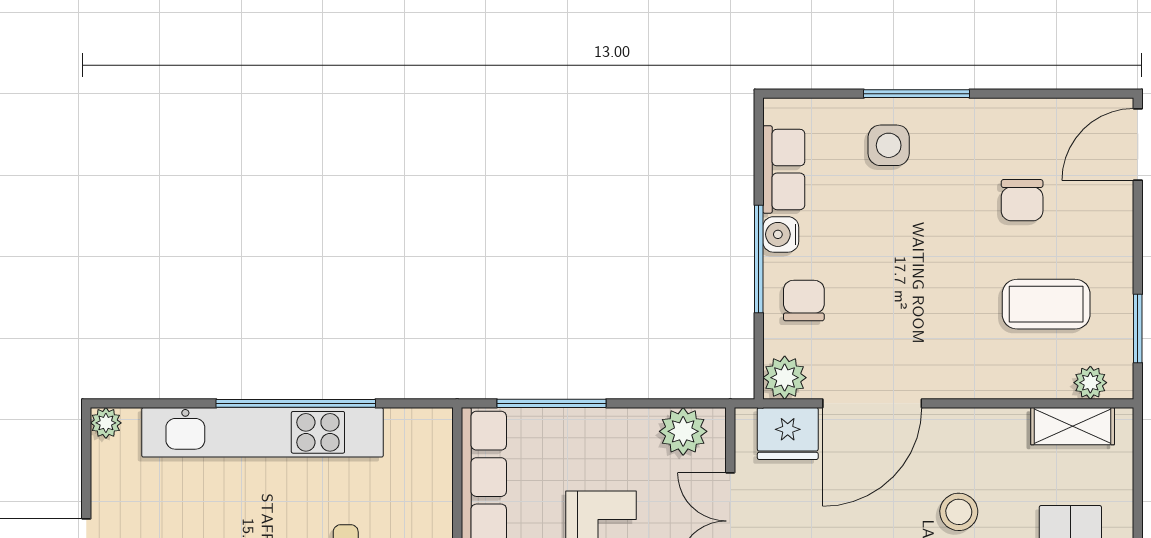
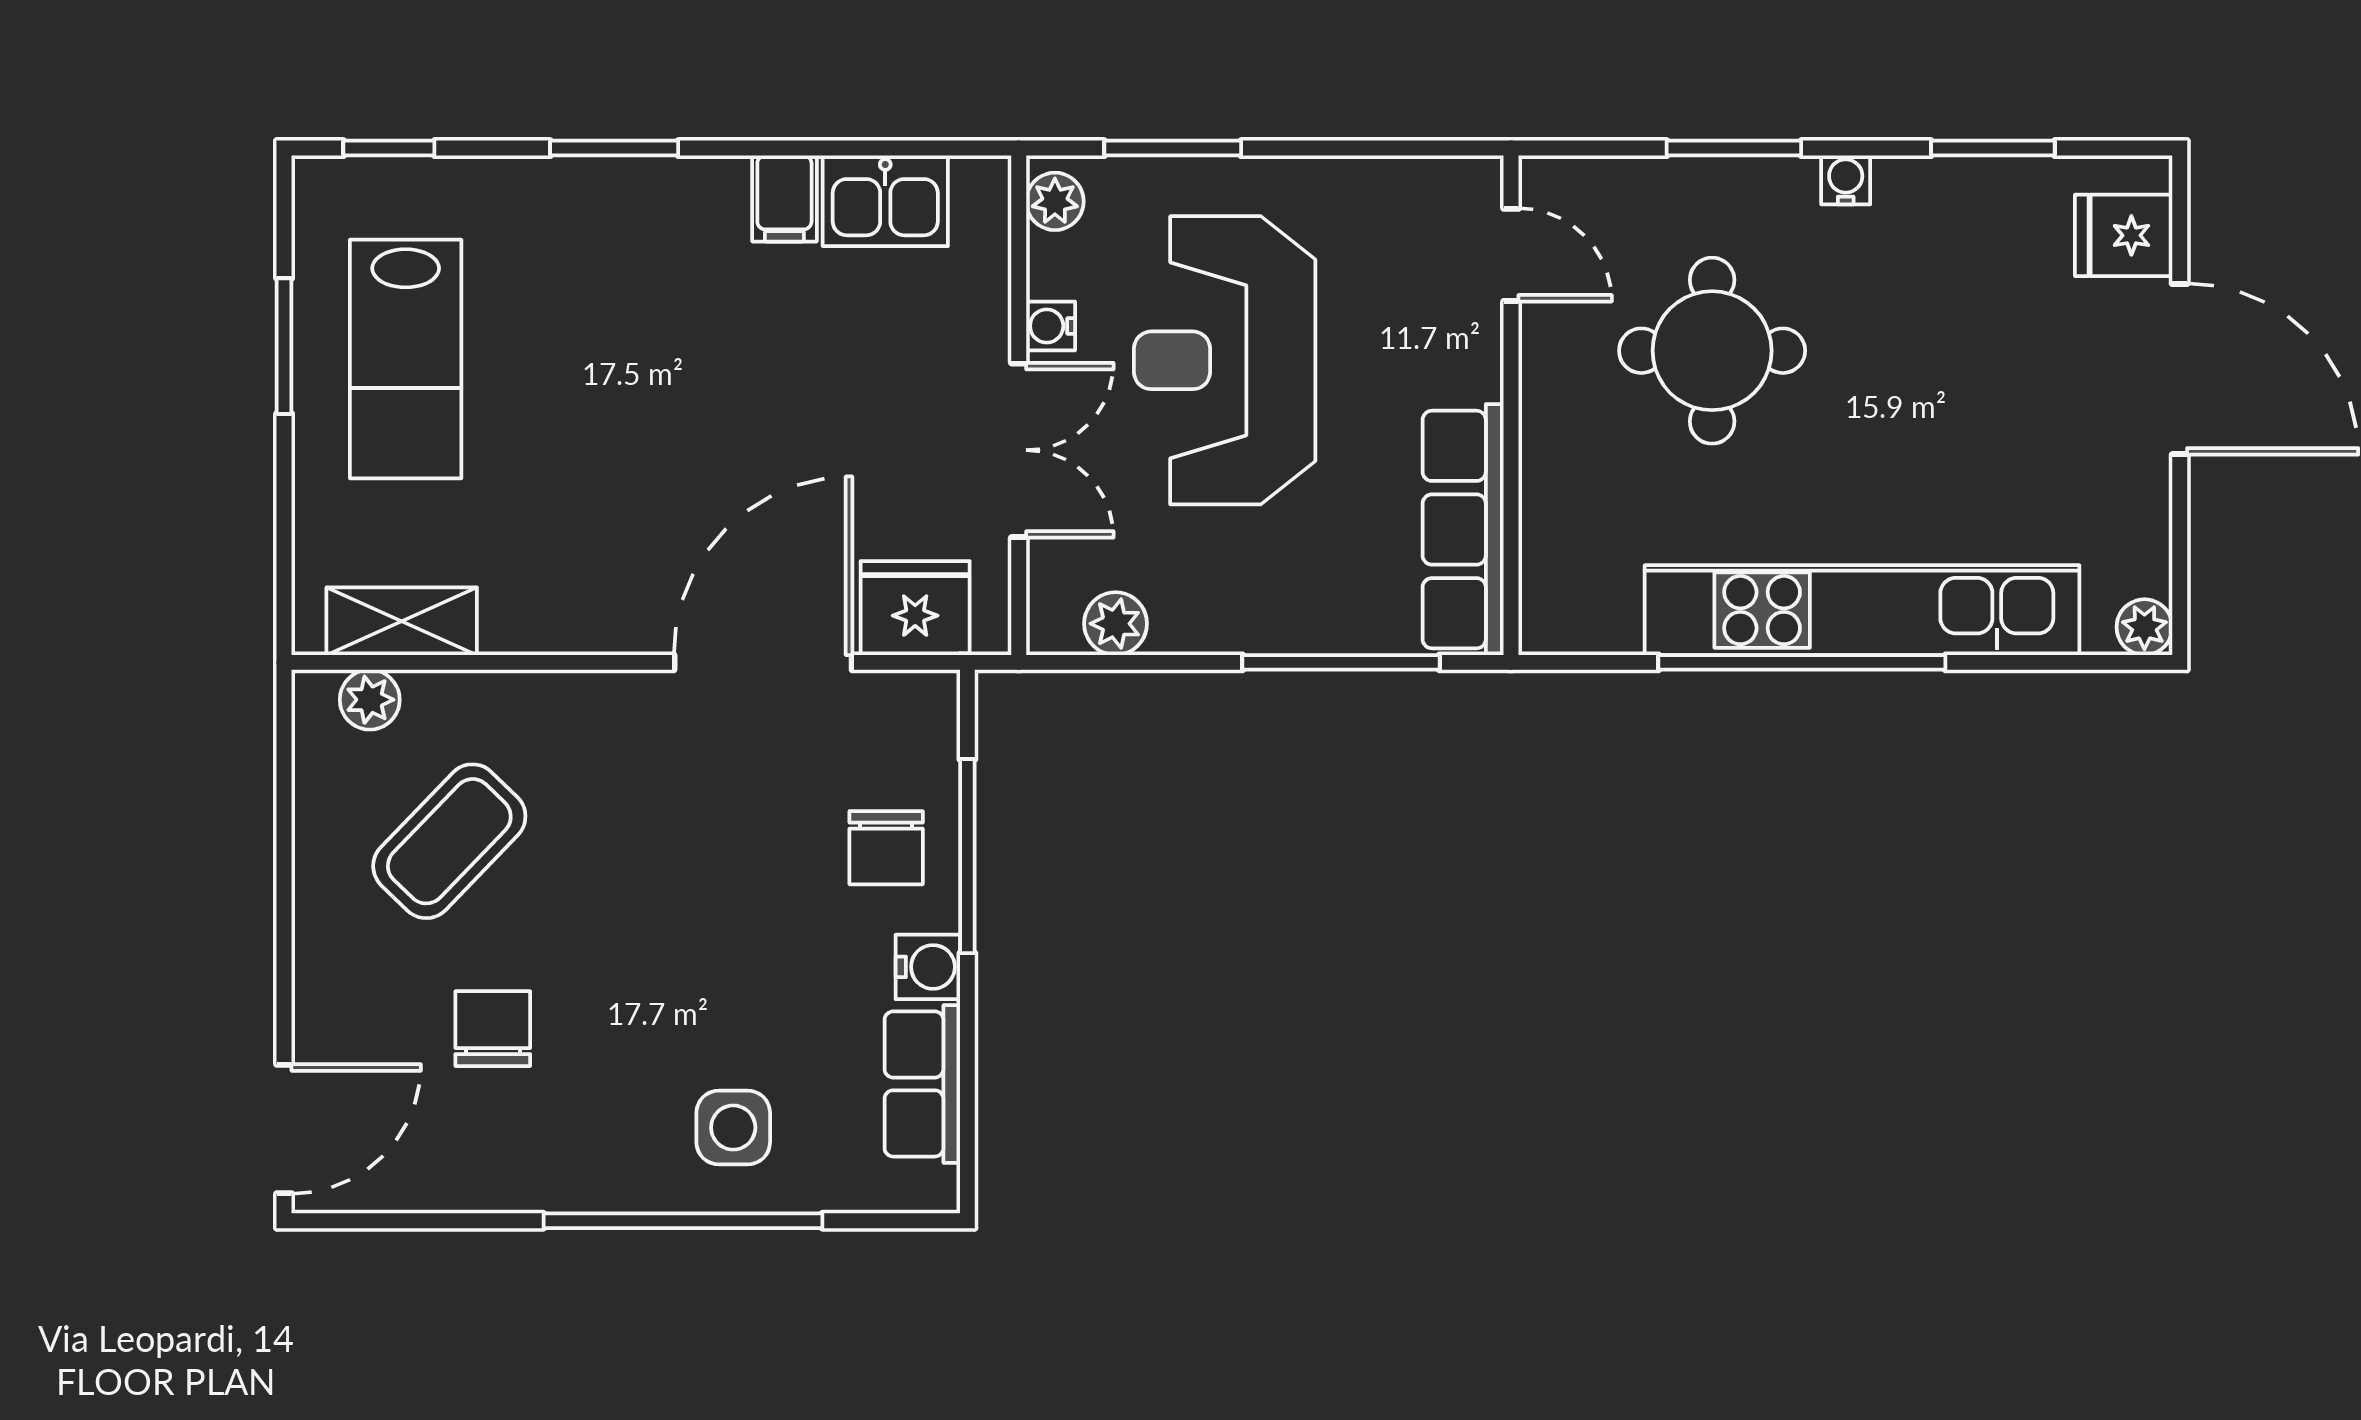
window: (917, 94) -> (683, 1221), width x1.46
window: (759, 259) -> (967, 856), moved
coffee table: (1046, 304) -> (449, 841), turned -46
window: (1138, 328) -> (284, 797), removed
plant: (785, 378) -> (921, 709), removed
plant: (683, 431) -> (1116, 624), width x0.73, depth x0.73
stool: (959, 512) -> (607, 467), removed

